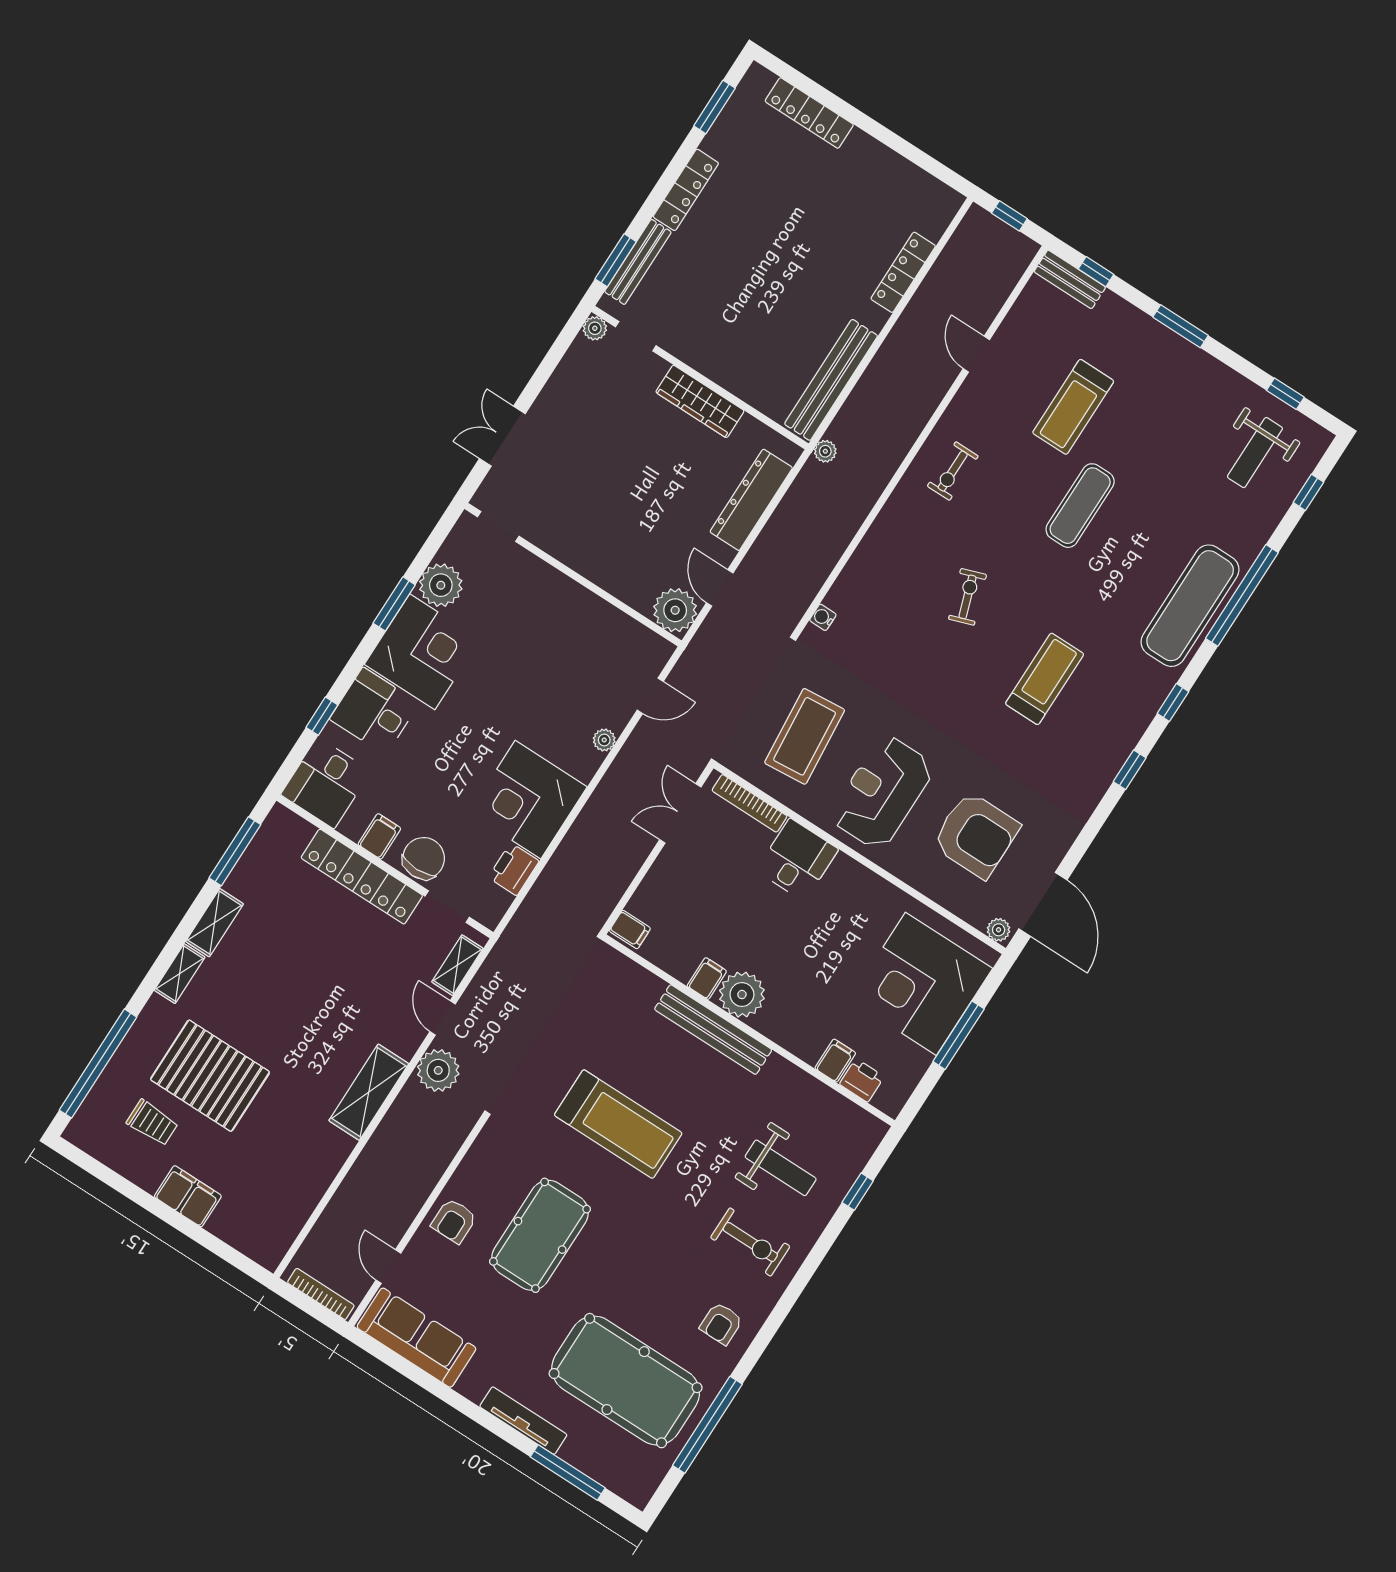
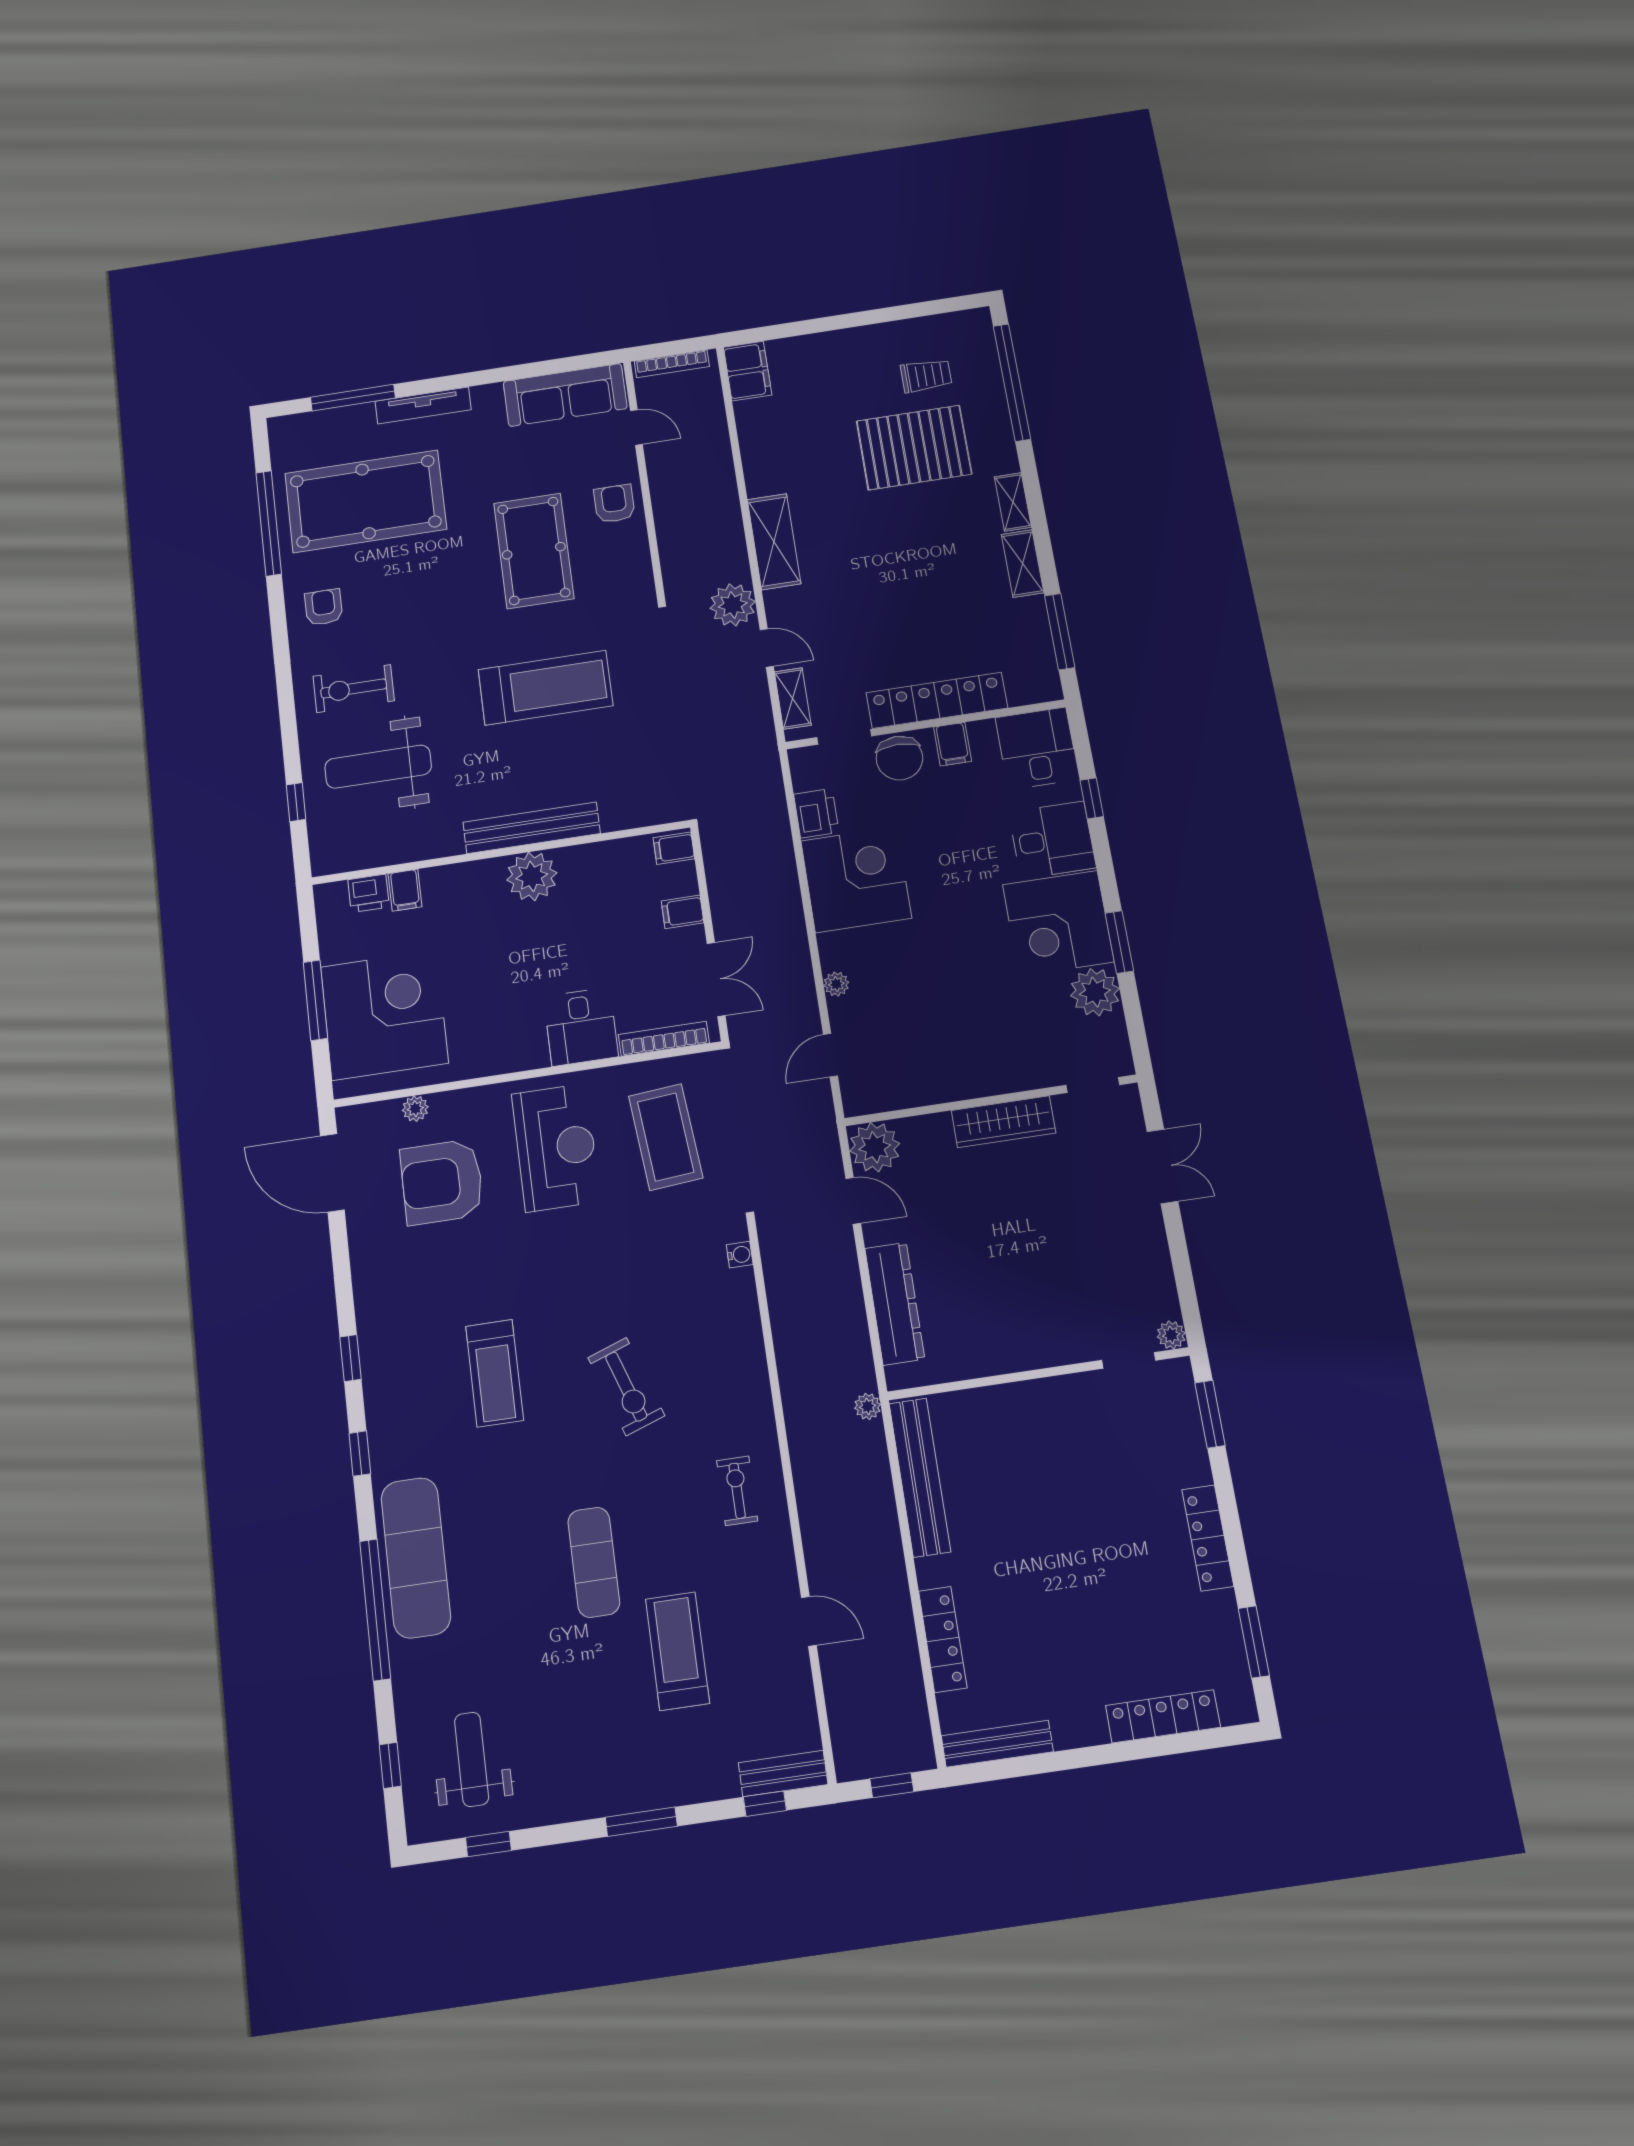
bench: (638, 262) -> (997, 1744), moved, turned 90
wardrobe: (700, 401) -> (1003, 1122), moved, turned 180
exercise bike: (967, 597) -> (626, 1387), width x1.38, depth x1.39
plant: (999, 930) -> (415, 1109), moved
filing cabinet: (707, 978) -> (683, 912), moved, turned 90
trolley: (152, 1123) -> (926, 376), turned 180
treadmill: (618, 1124) -> (546, 688), turned 180
weight bench: (781, 1168) -> (378, 767), width x1.36, depth x1.33
filing cabinet: (188, 1196) -> (748, 371), moved, turned -90

